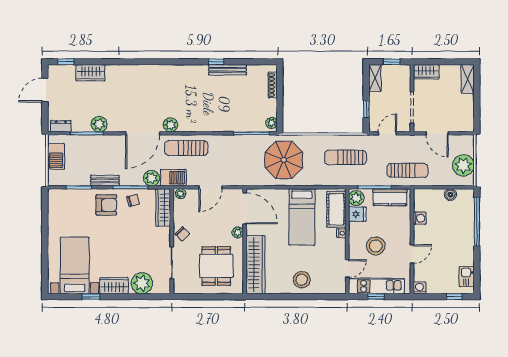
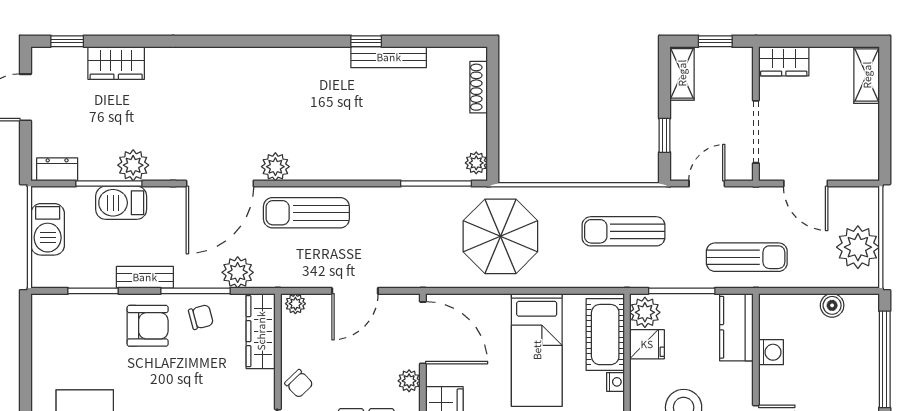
barbecue: (173, 178) -> (121, 203), moved, turned 180
kitchen counter: (390, 197) -> (736, 327), moved, turned 90

